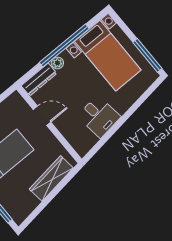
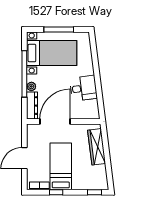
window: (147, 55) -> (59, 30), moved
door: (42, 116) -> (55, 121), width x1.87

